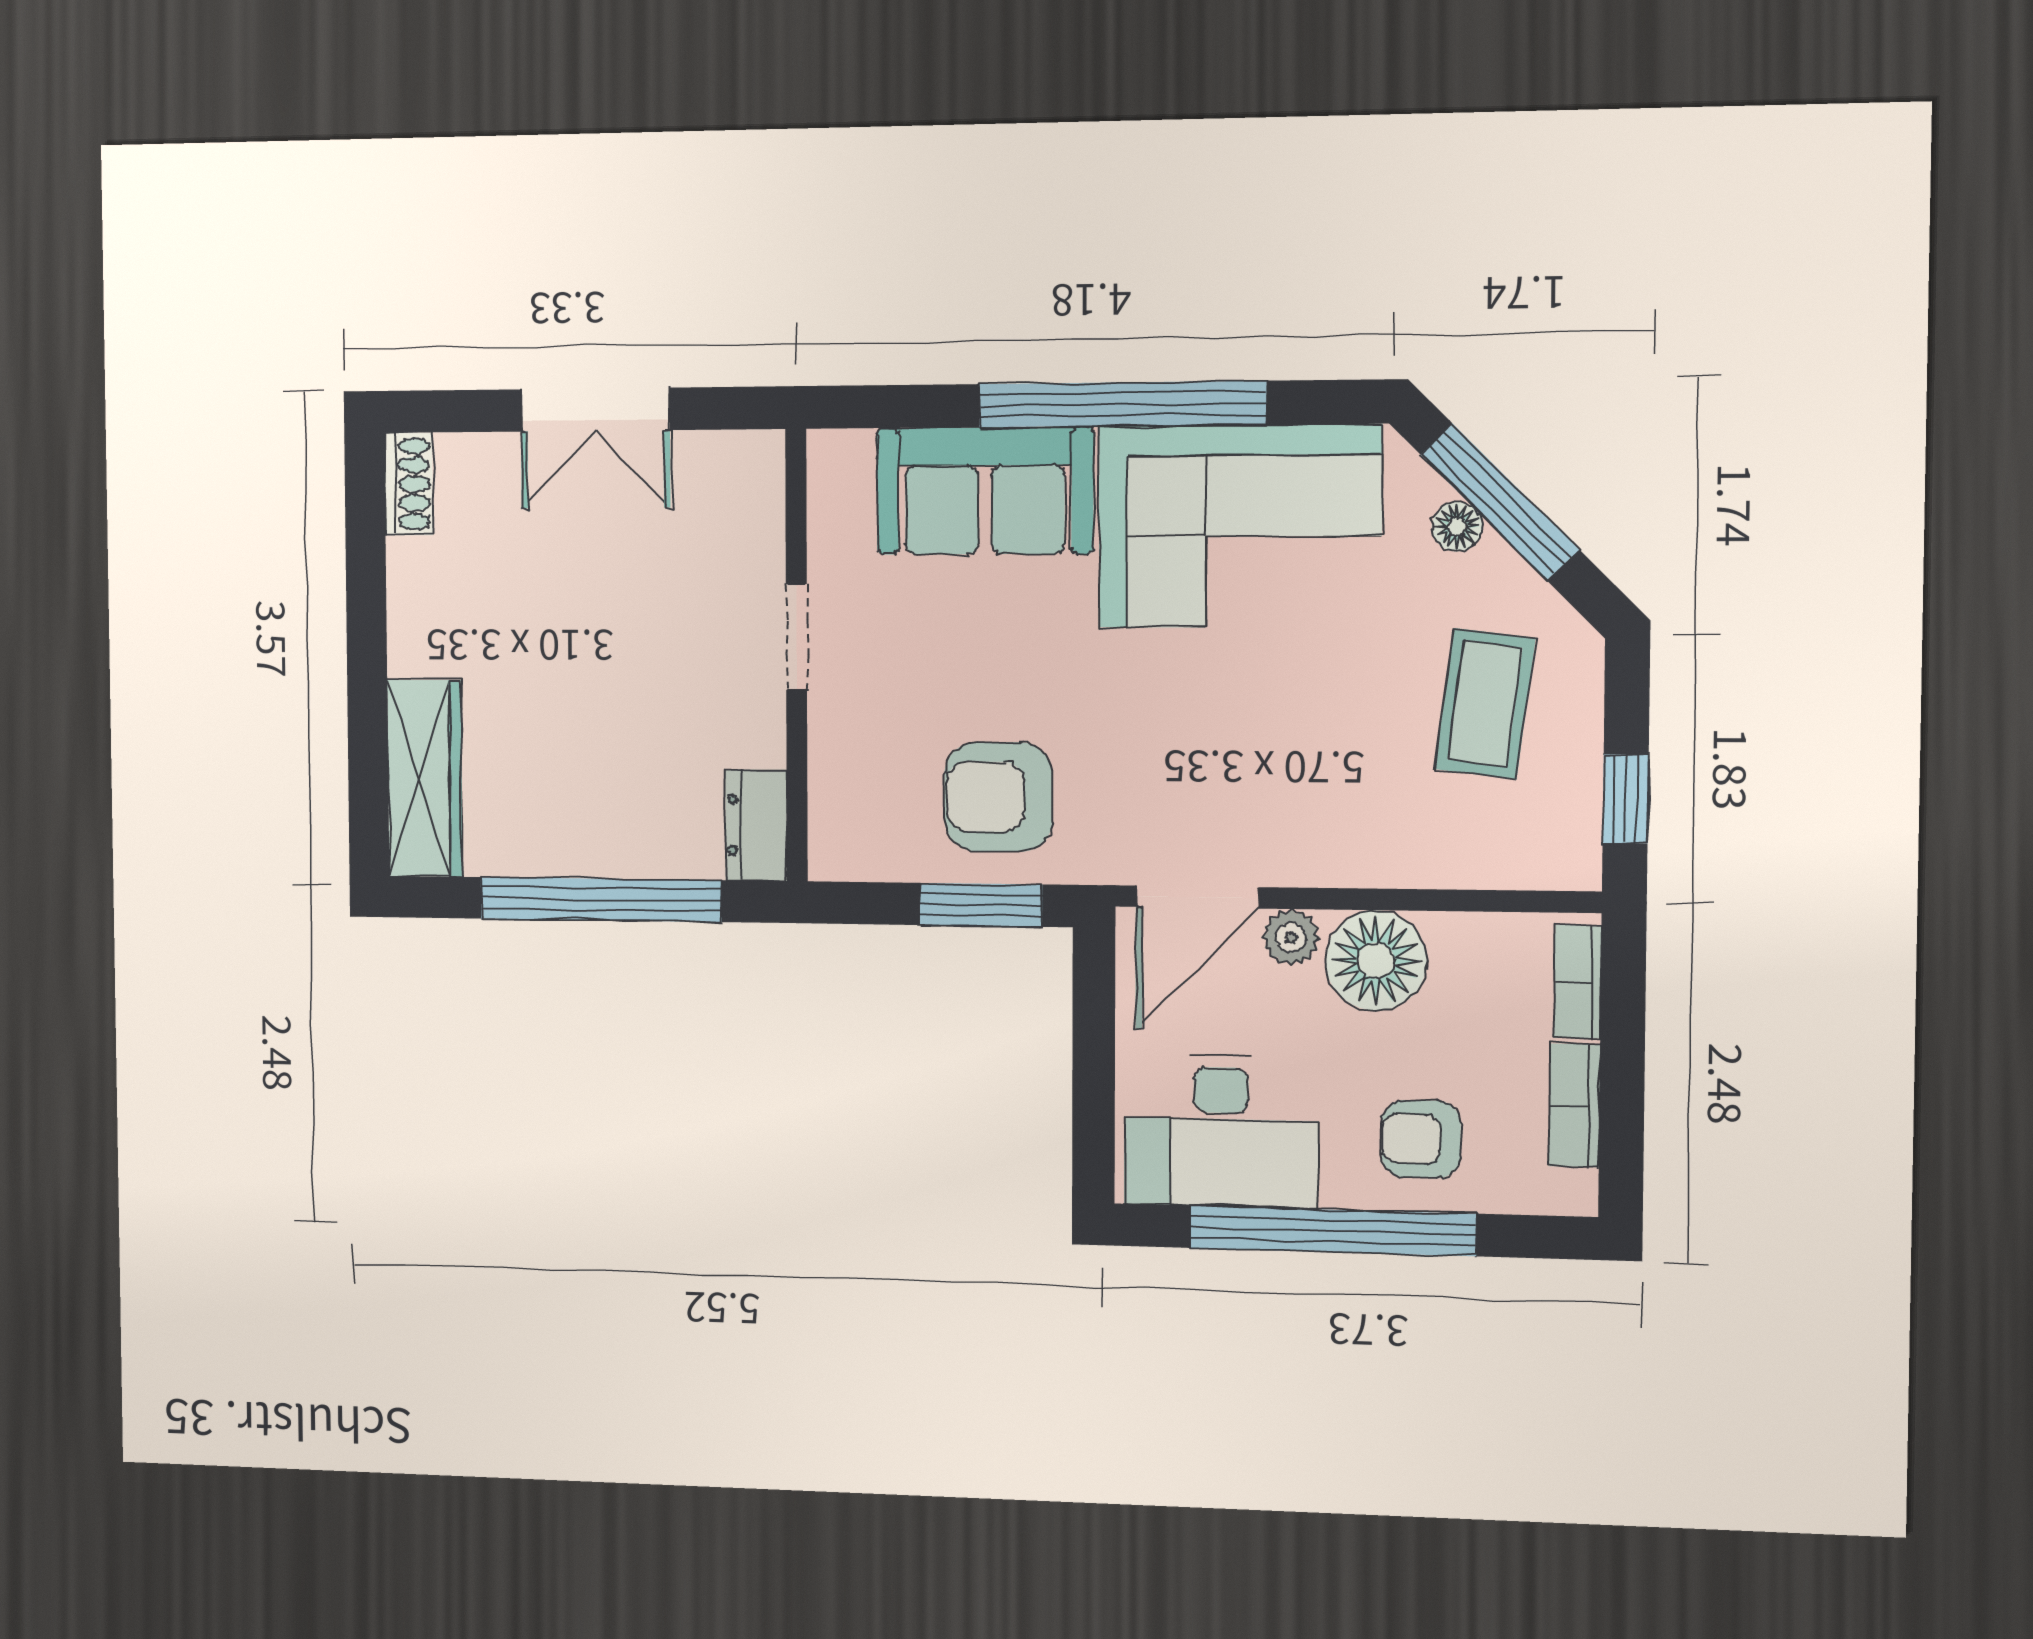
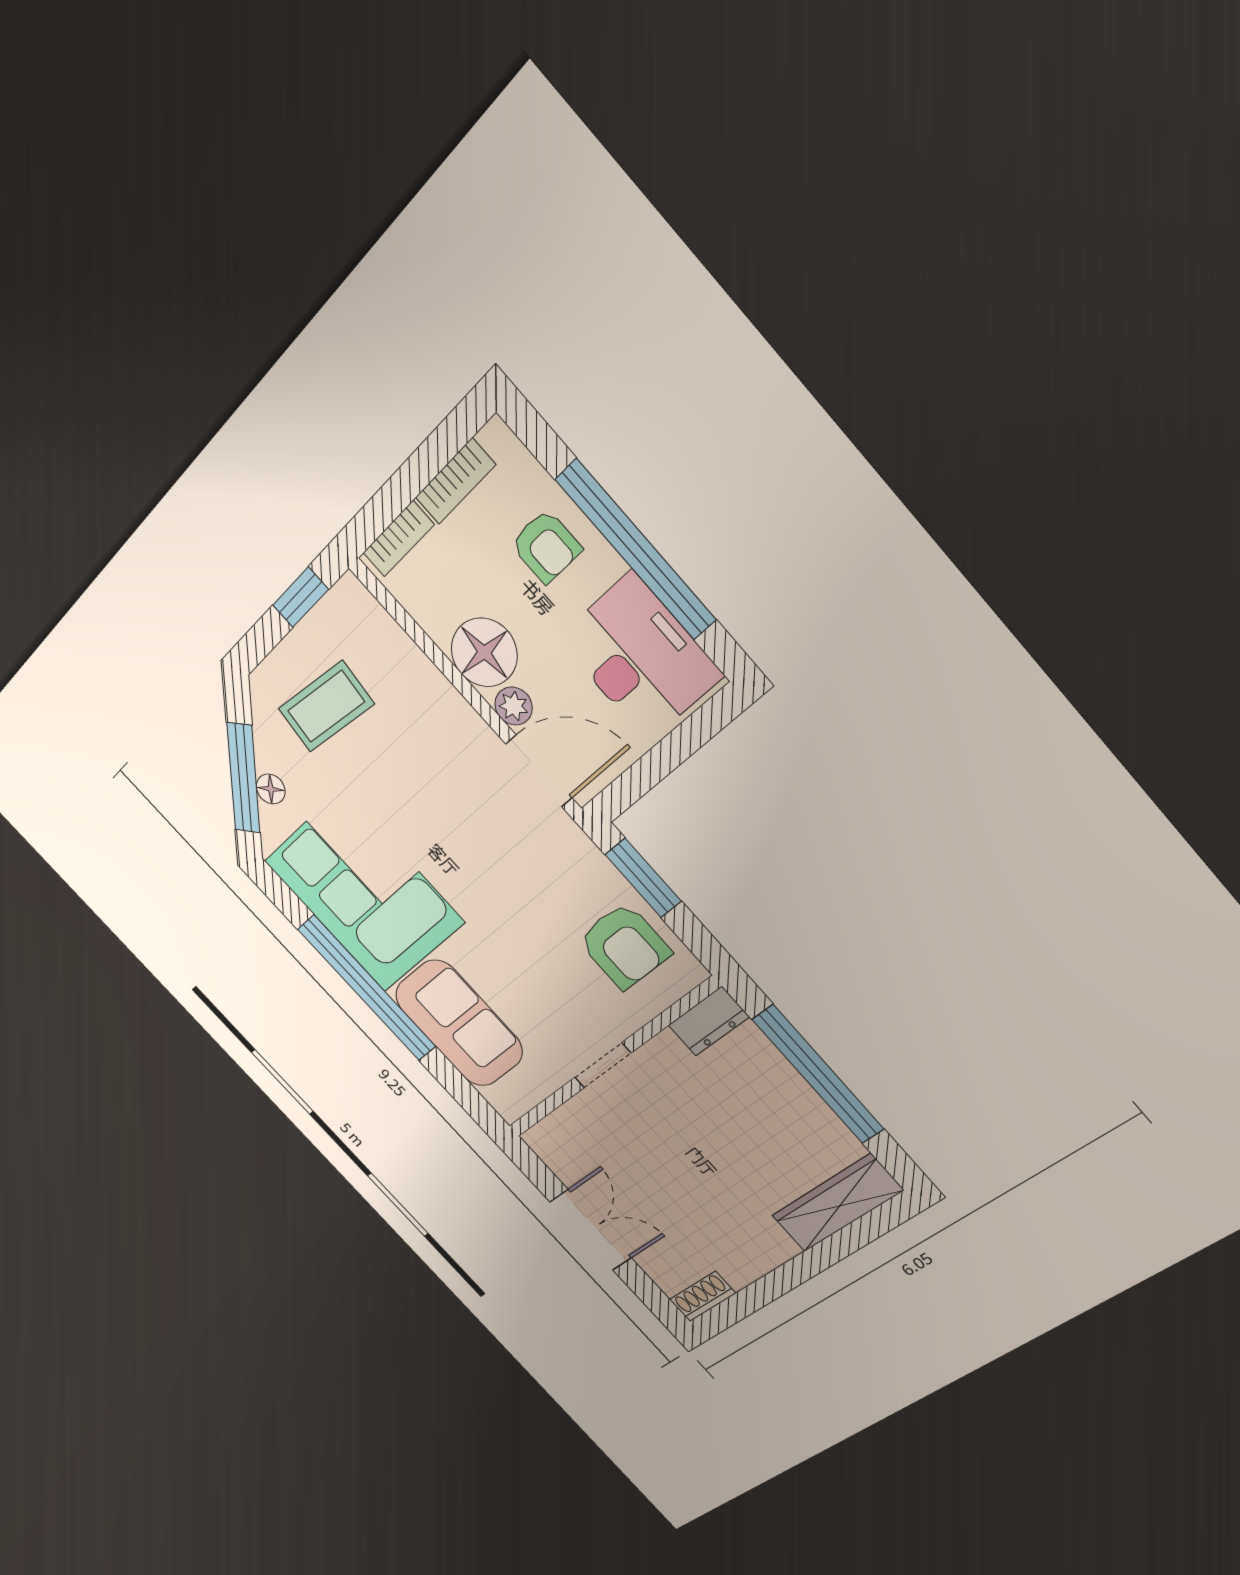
armchair: (998, 797) -> (624, 946), moved

